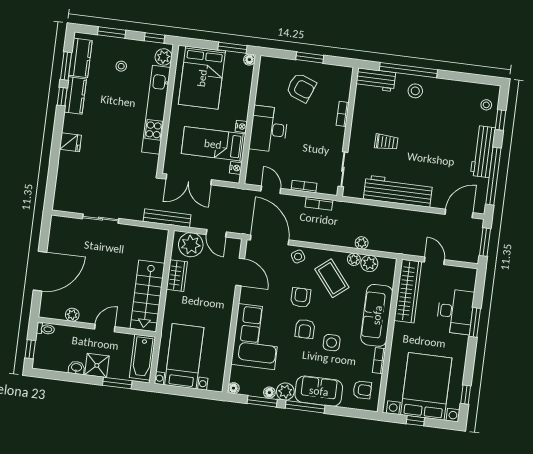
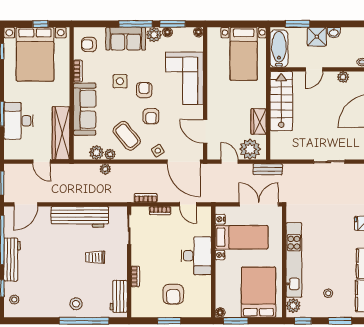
workbench: (376, 80) -> (119, 296), moved, turned -90
armchair: (301, 88) -> (173, 294), turned -111
bench: (167, 218) -> (268, 169), width x0.73

